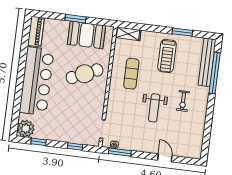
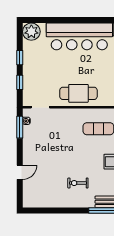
cafe table: (85, 74) -> (78, 93), moved, turned -66
weight bench: (154, 108) -> (68, 155), removed
window: (38, 142) -> (20, 58), moved

